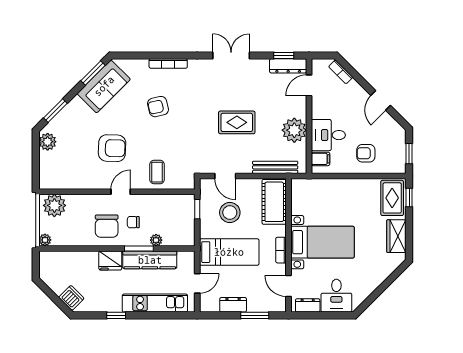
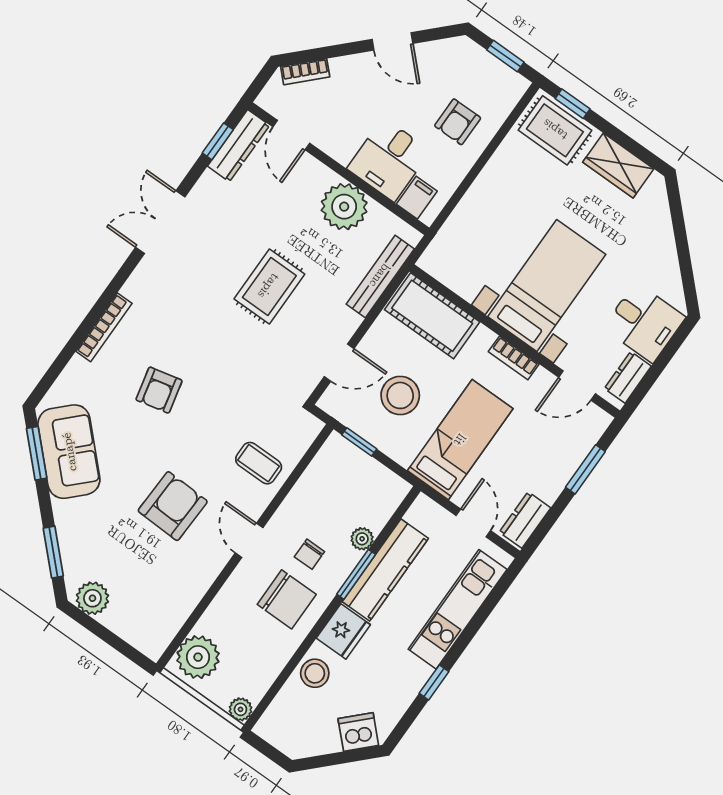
stool: (83, 261) -> (315, 673), added
dresser: (233, 305) -> (525, 520), moved

